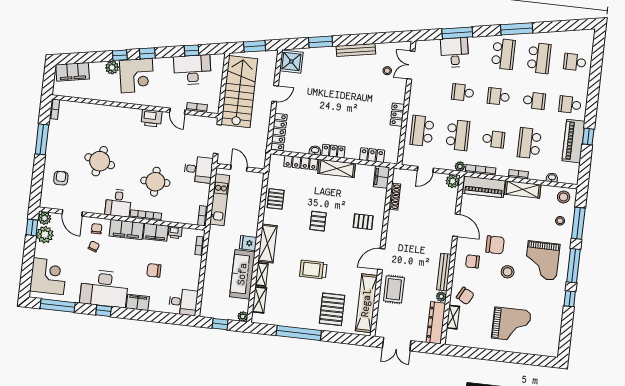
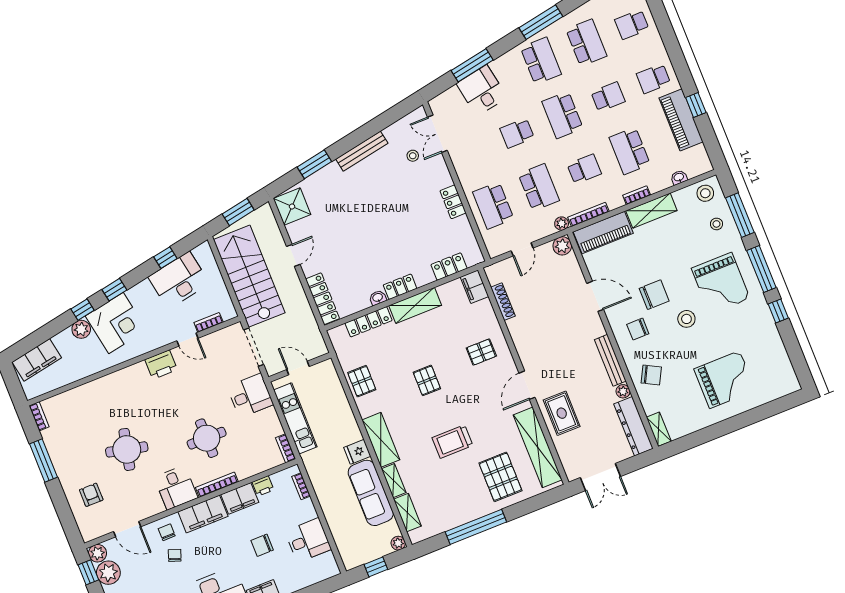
school desk: (498, 97) -> (563, 115), width x1.85
desk: (183, 302) -> (308, 540), moved
shelving: (453, 317) -> (659, 429), moved

